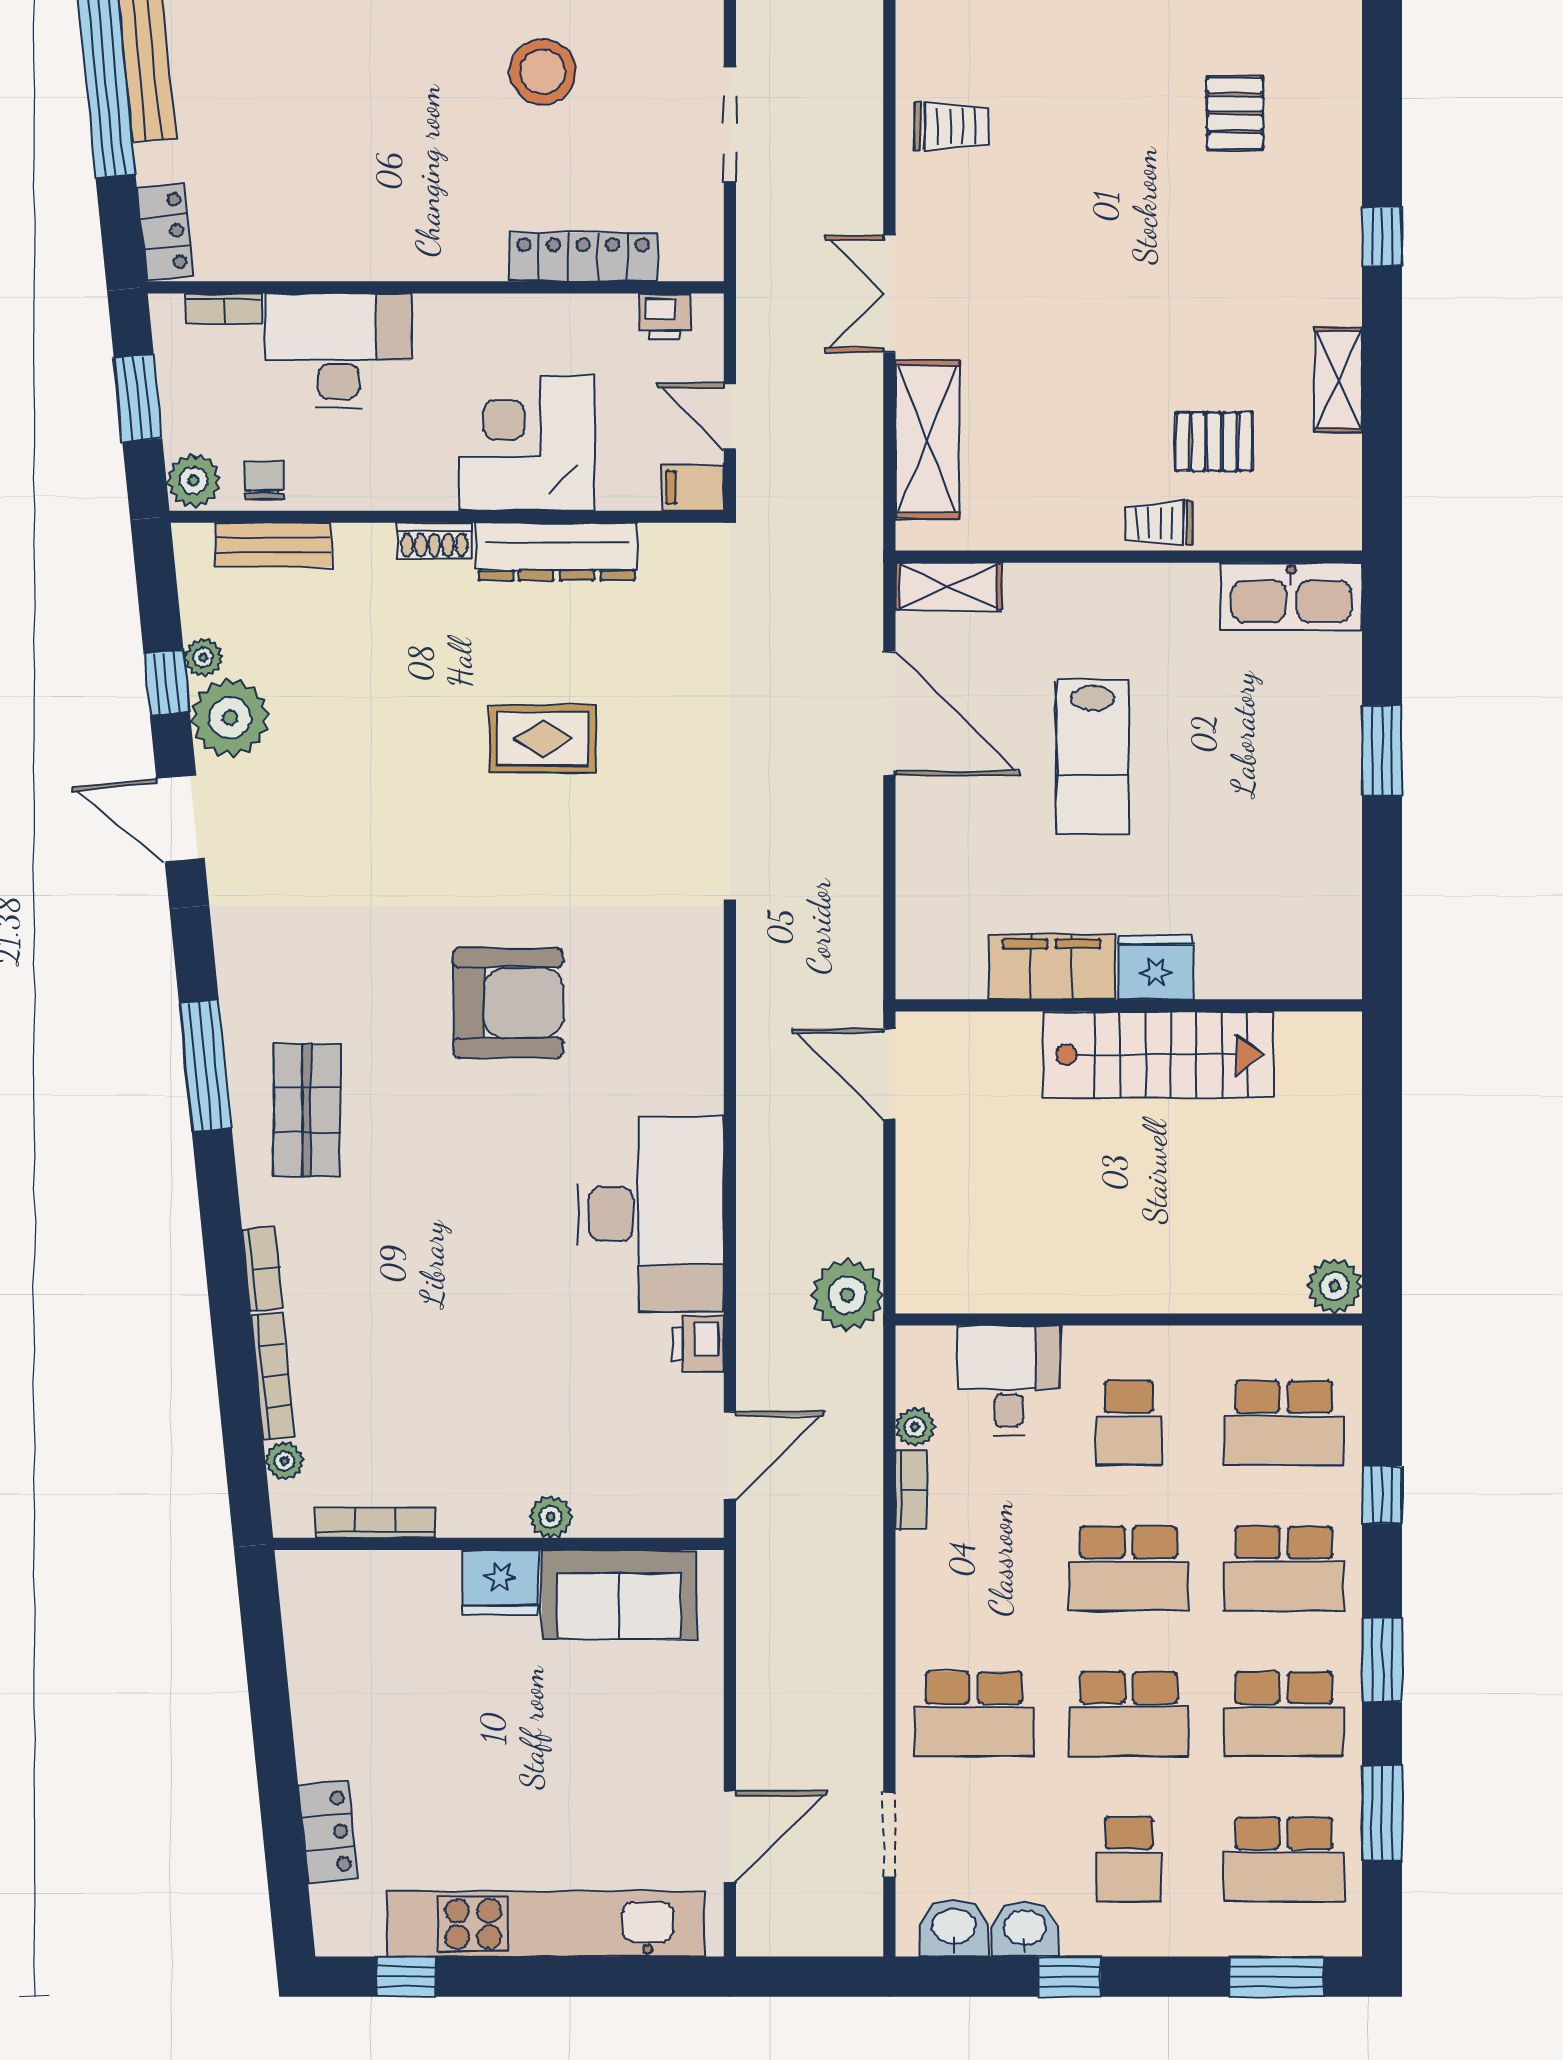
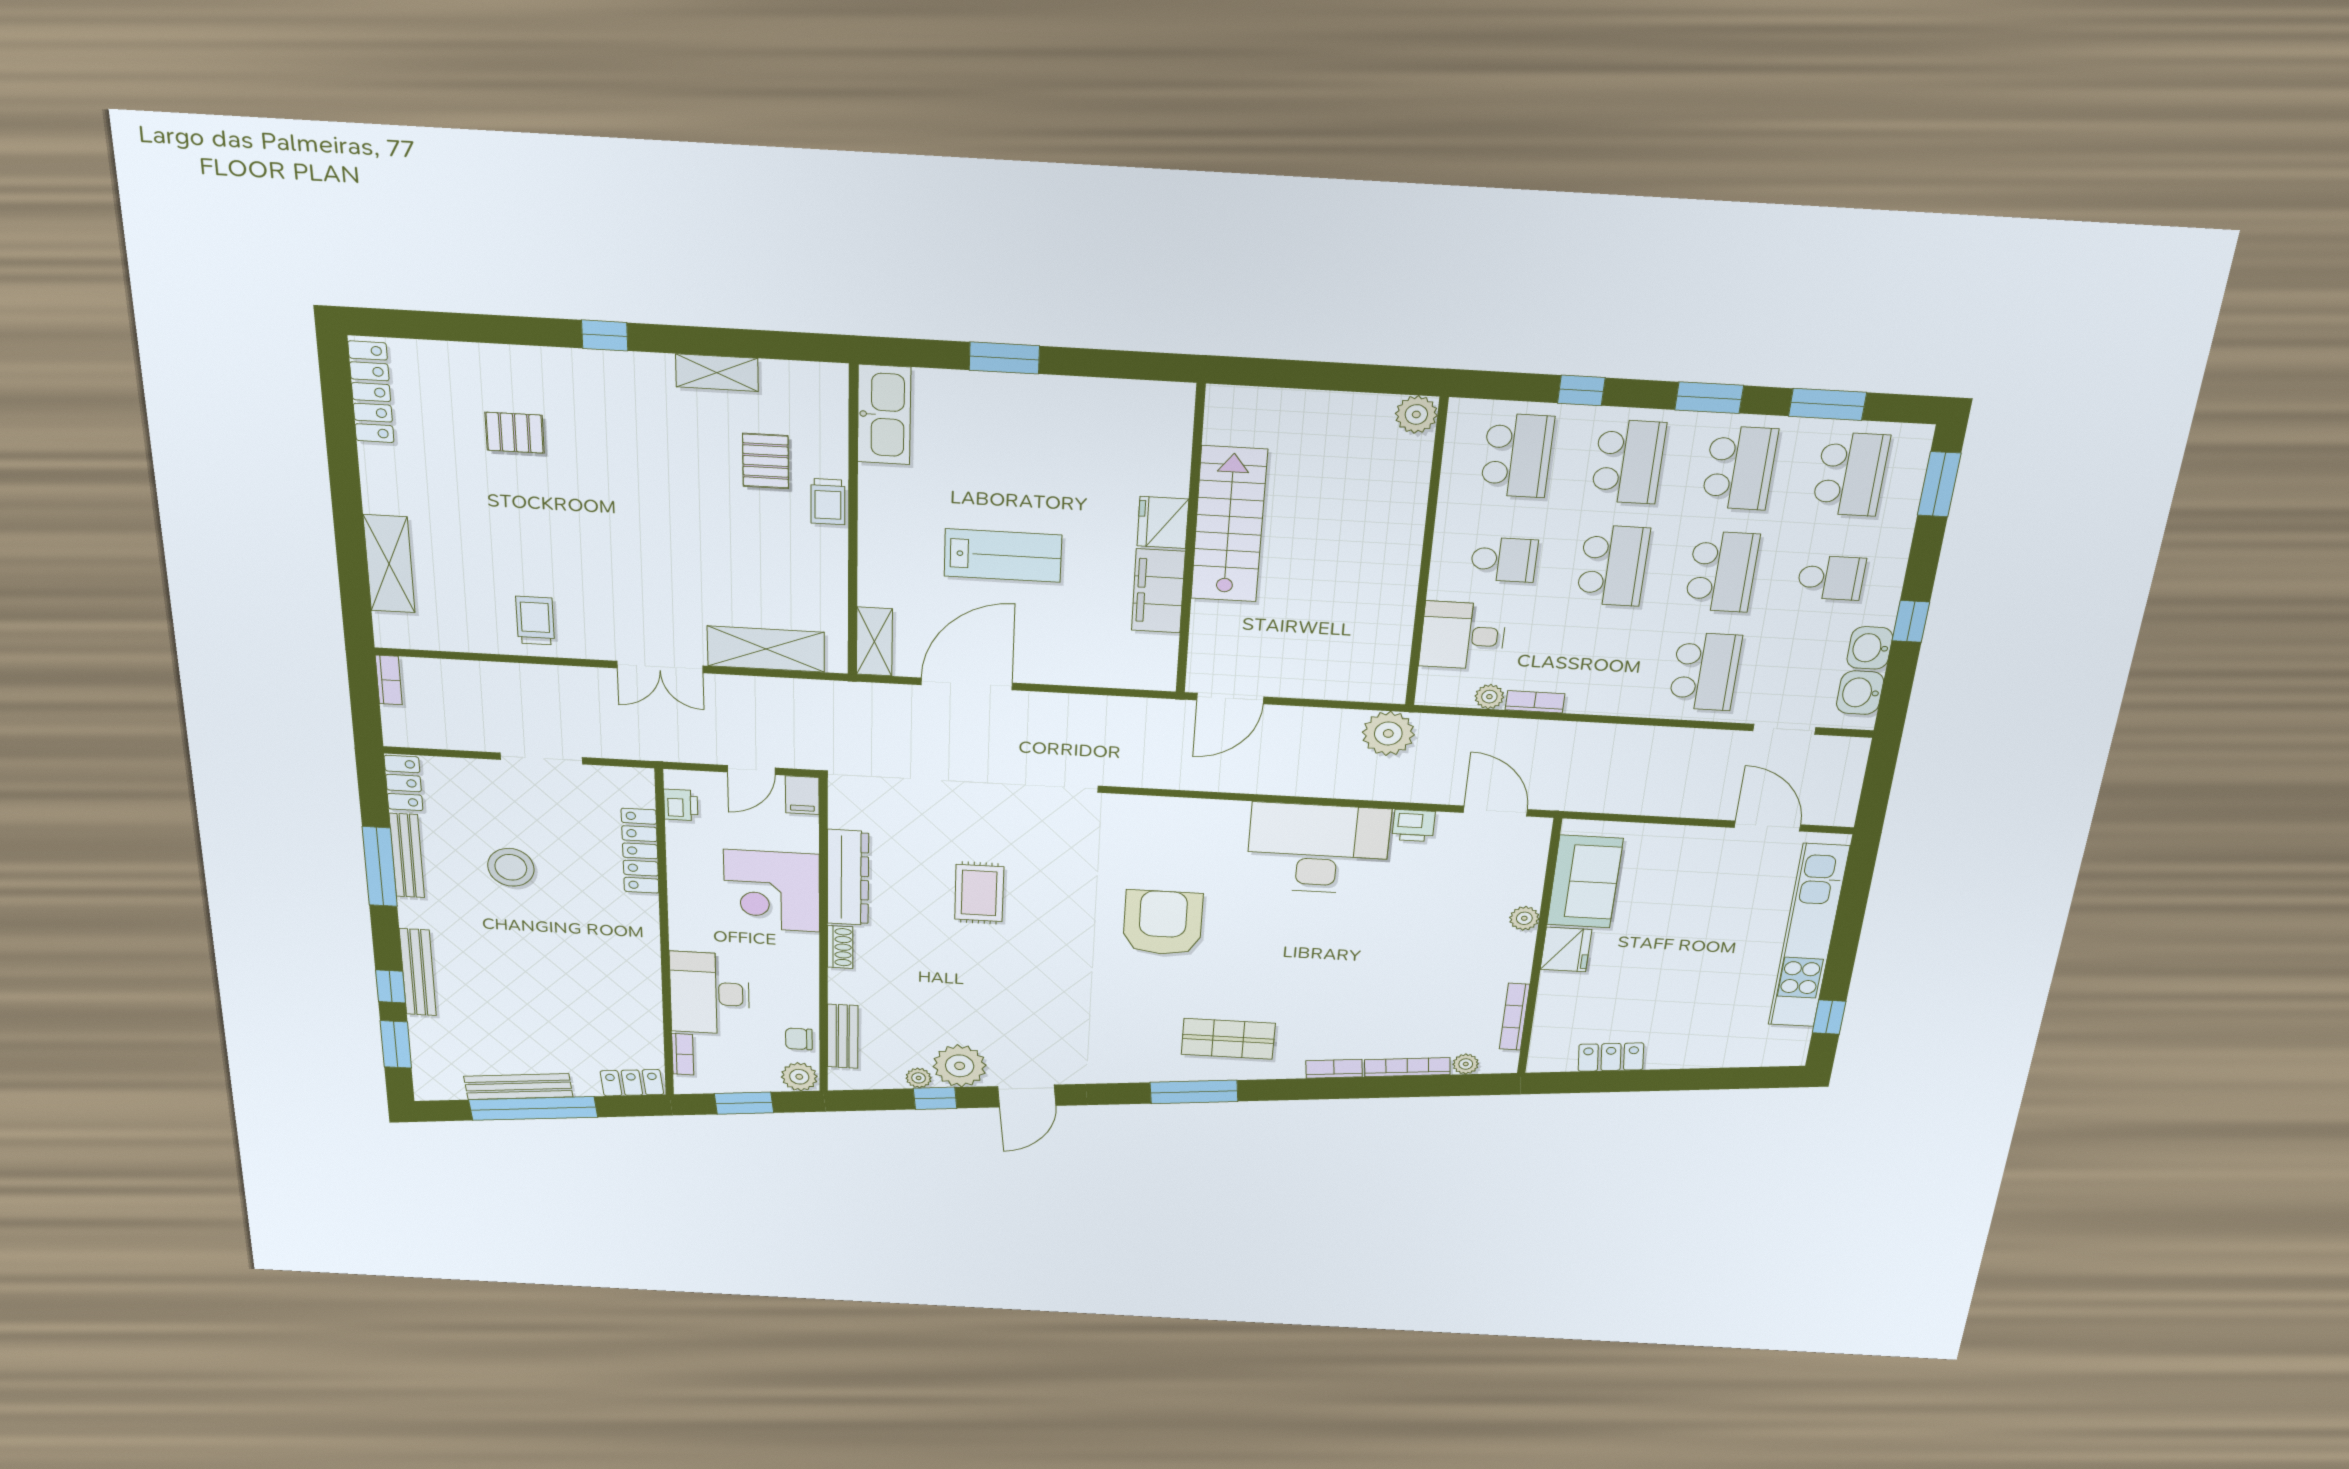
locker: (328, 1832) -> (1611, 1057), moved

